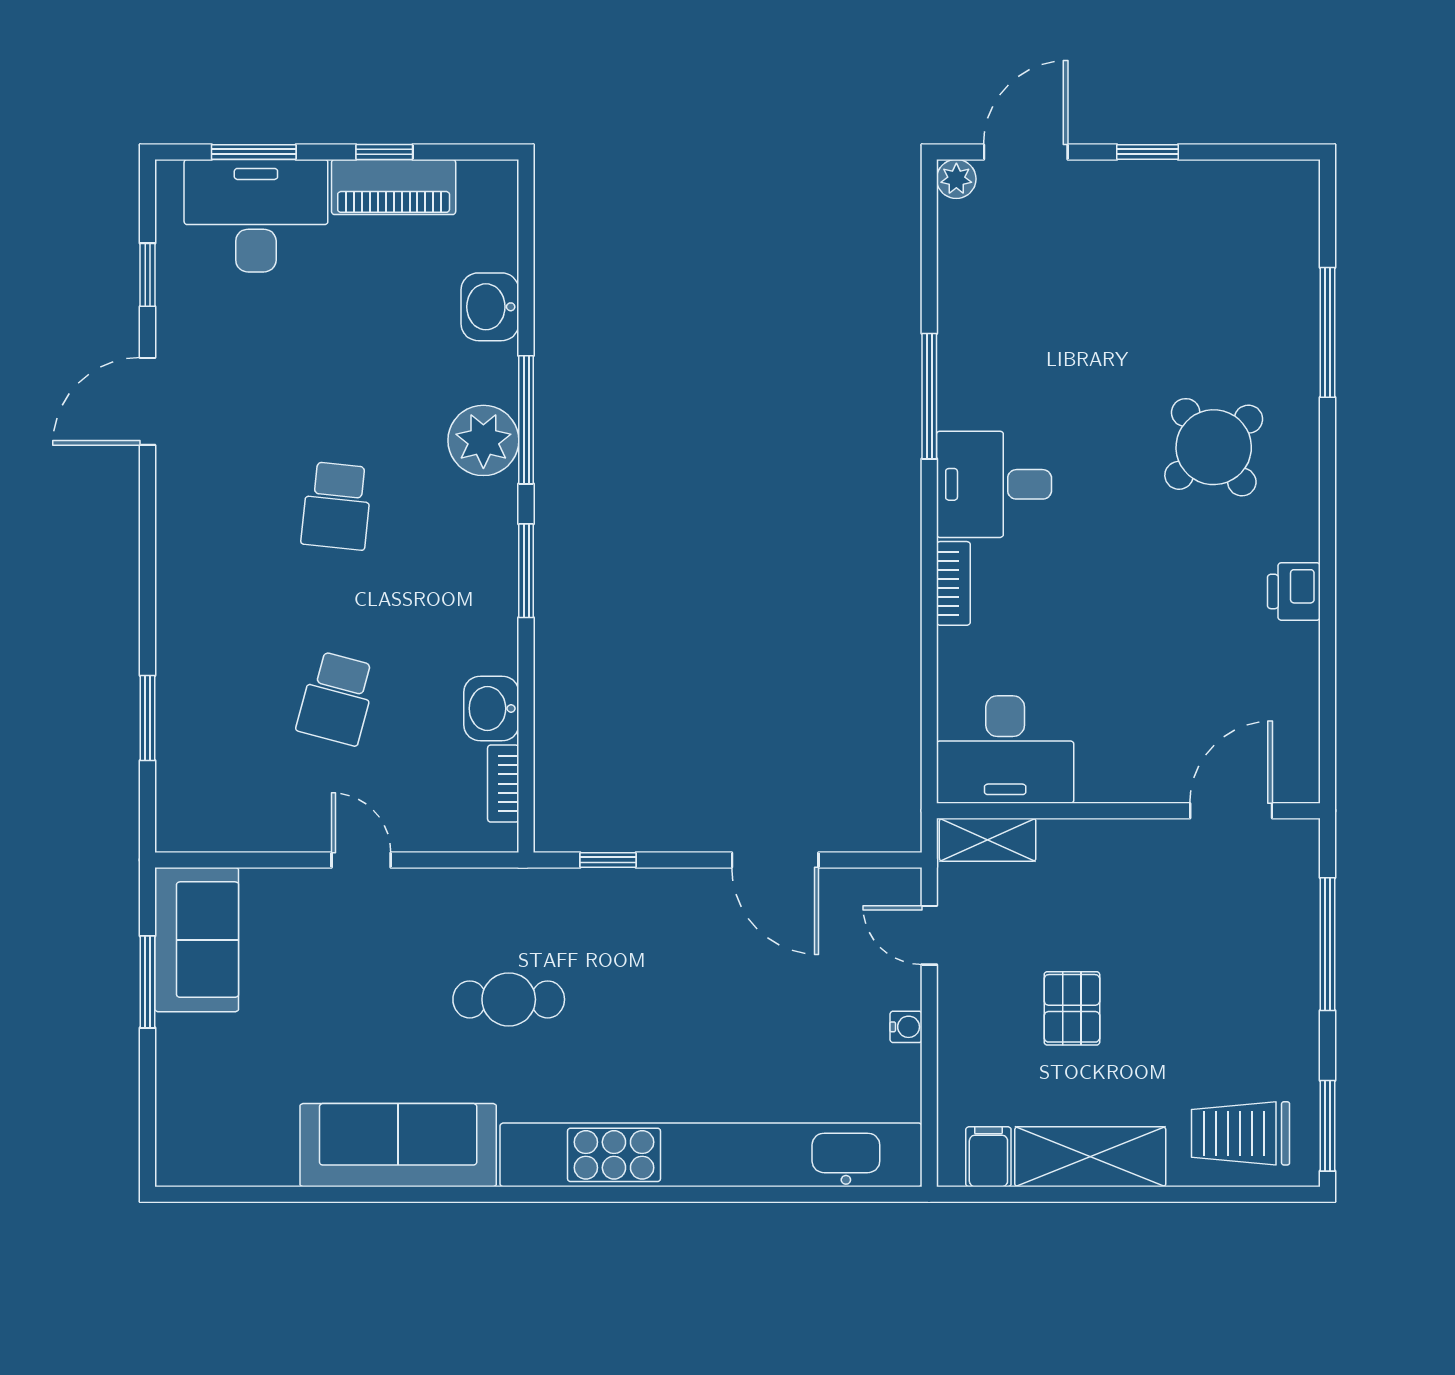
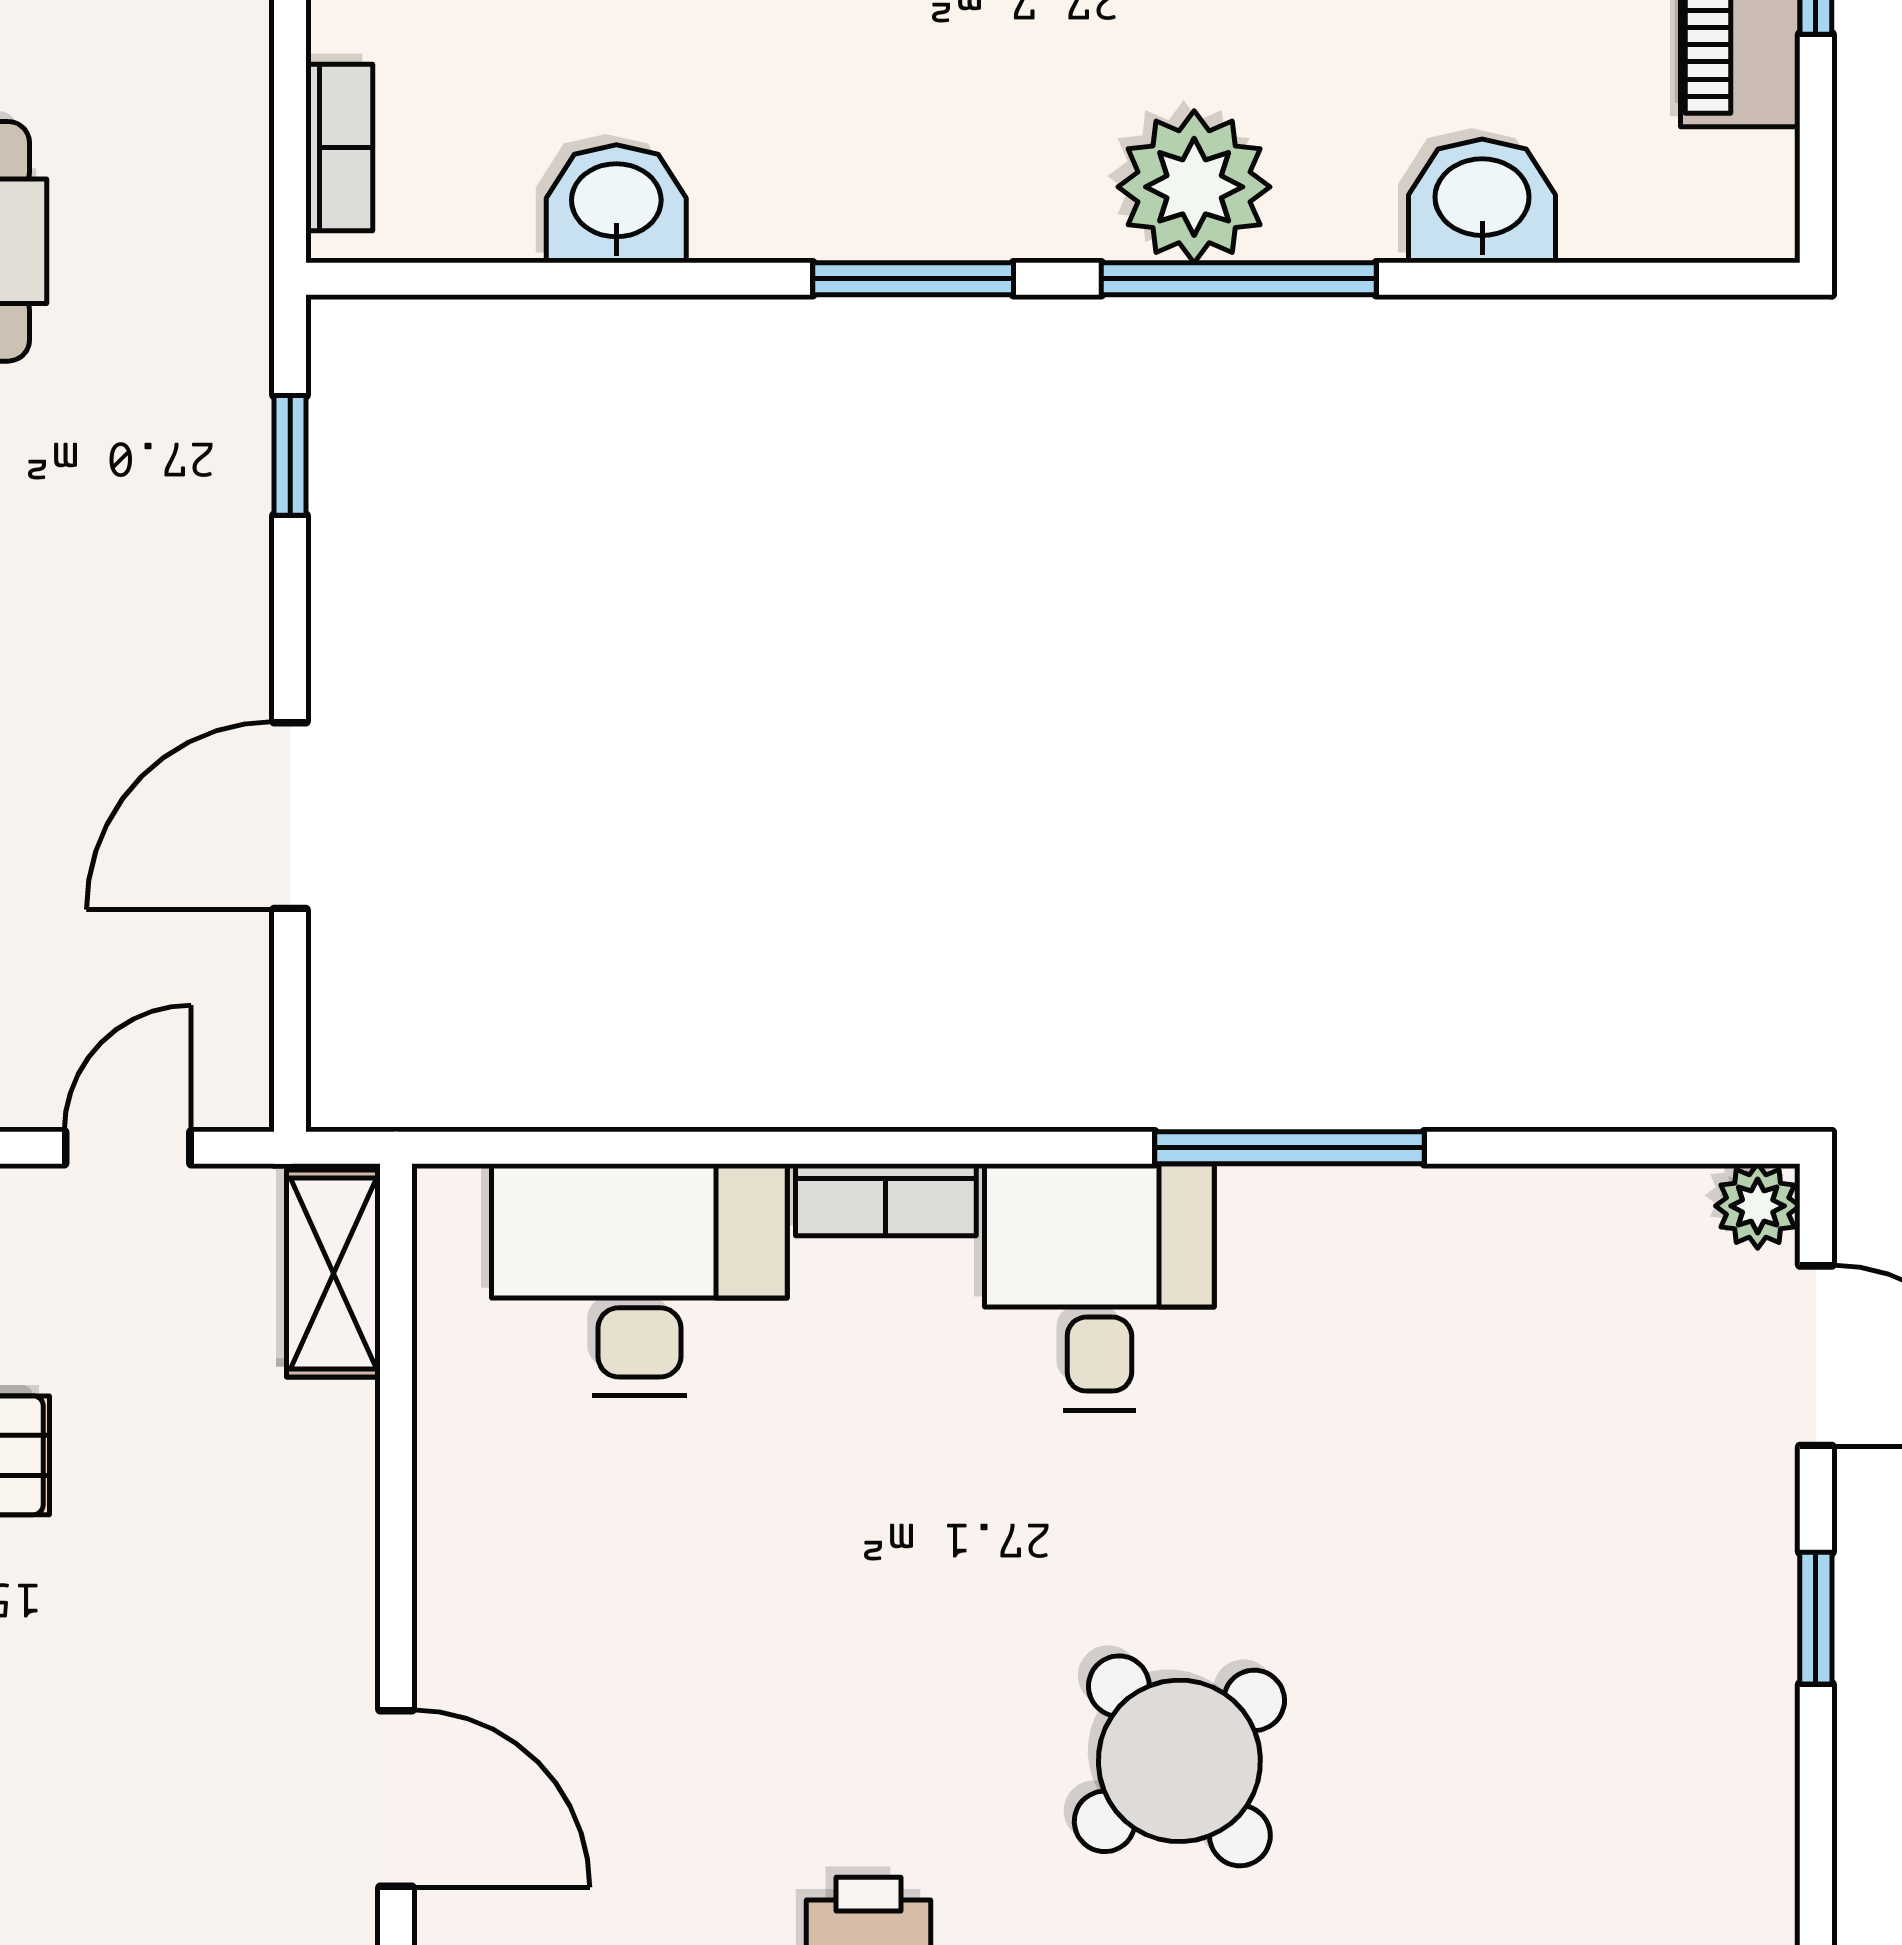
desk: (1005, 750) -> (639, 1280), moved, turned 90
bookcase: (503, 784) -> (339, 147), moved, turned 90

